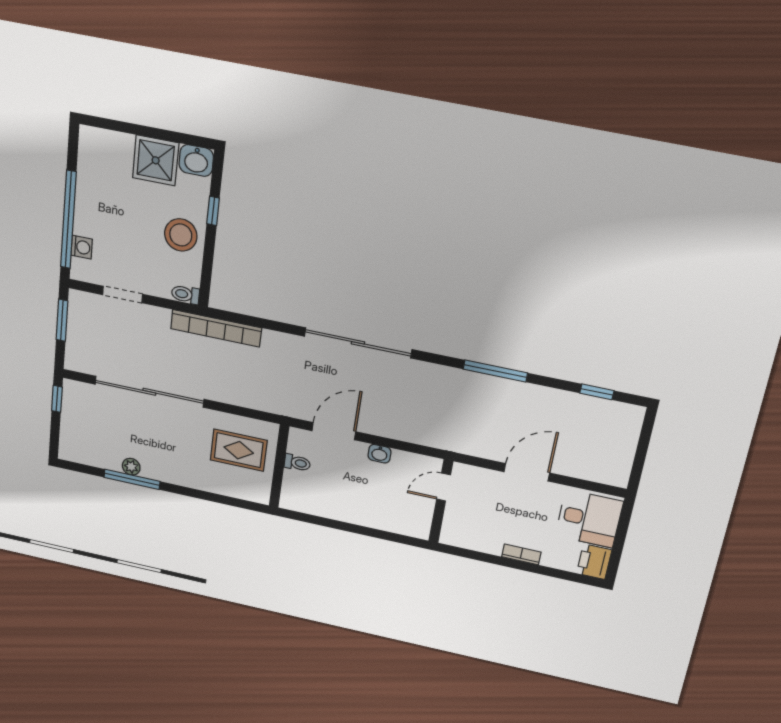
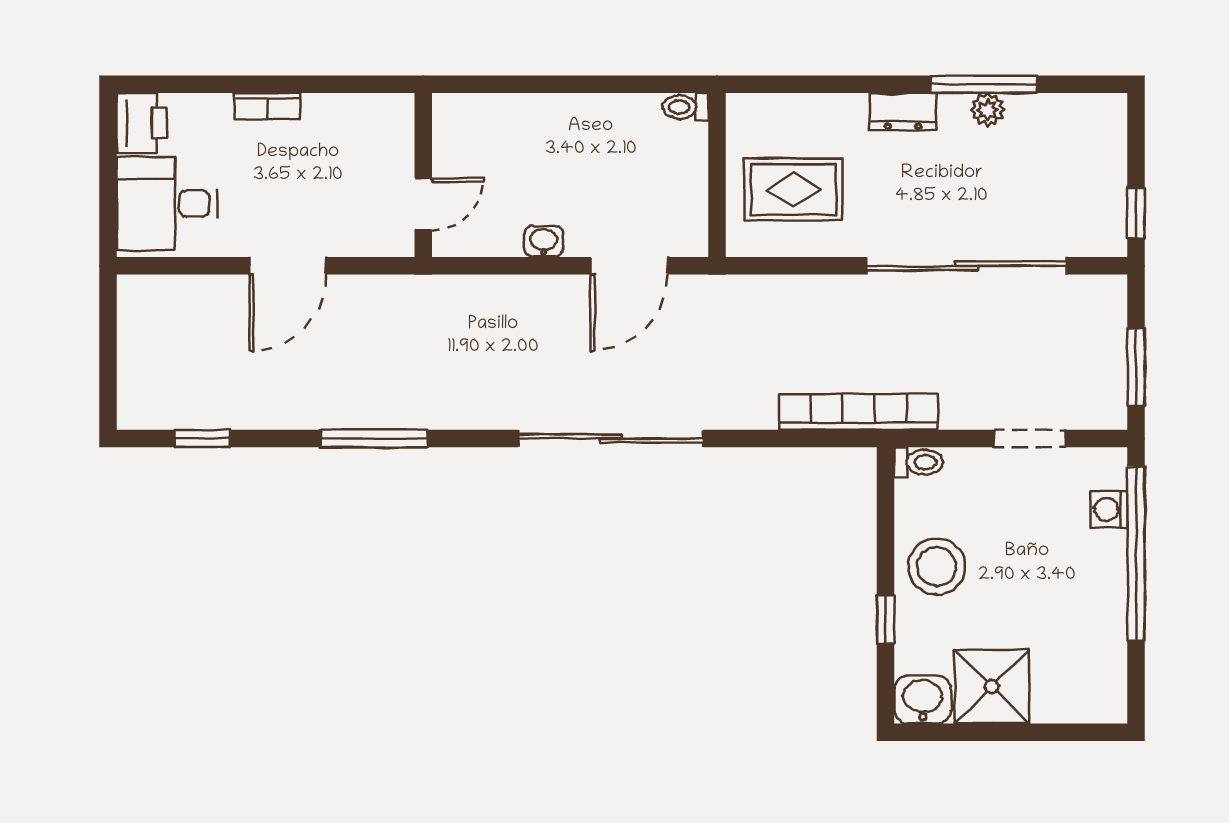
toilet: (297, 463) -> (685, 107), moved
dresser: (176, 476) -> (903, 112), added

